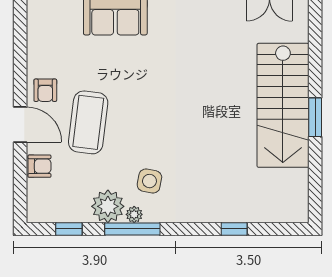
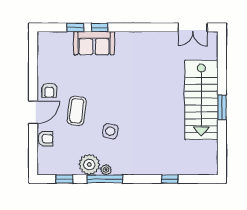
coffee table: (88, 122) -> (77, 111), width x0.73, depth x0.76
door: (20, 125) -> (33, 112), hinge flipped
side table: (149, 181) -> (110, 131), moved

